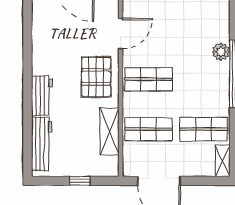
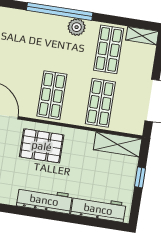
plant: (221, 52) -> (77, 27), moved
workbench: (42, 96) -> (44, 200), width x1.38
shelving: (110, 131) -> (118, 144), moved

